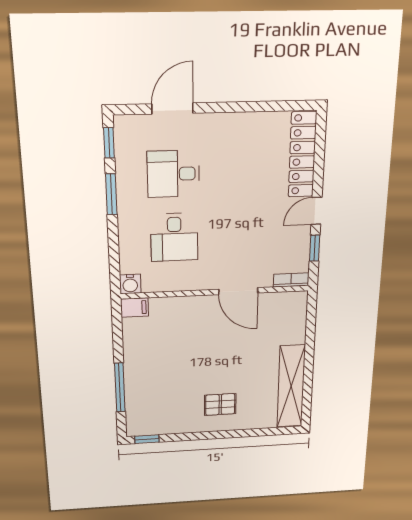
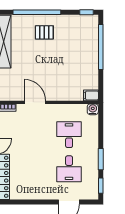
desk: (173, 174) -> (69, 169), turned 90
window: (120, 388) -> (101, 47), width x1.46
window: (233, 434) -> (37, 12), added

